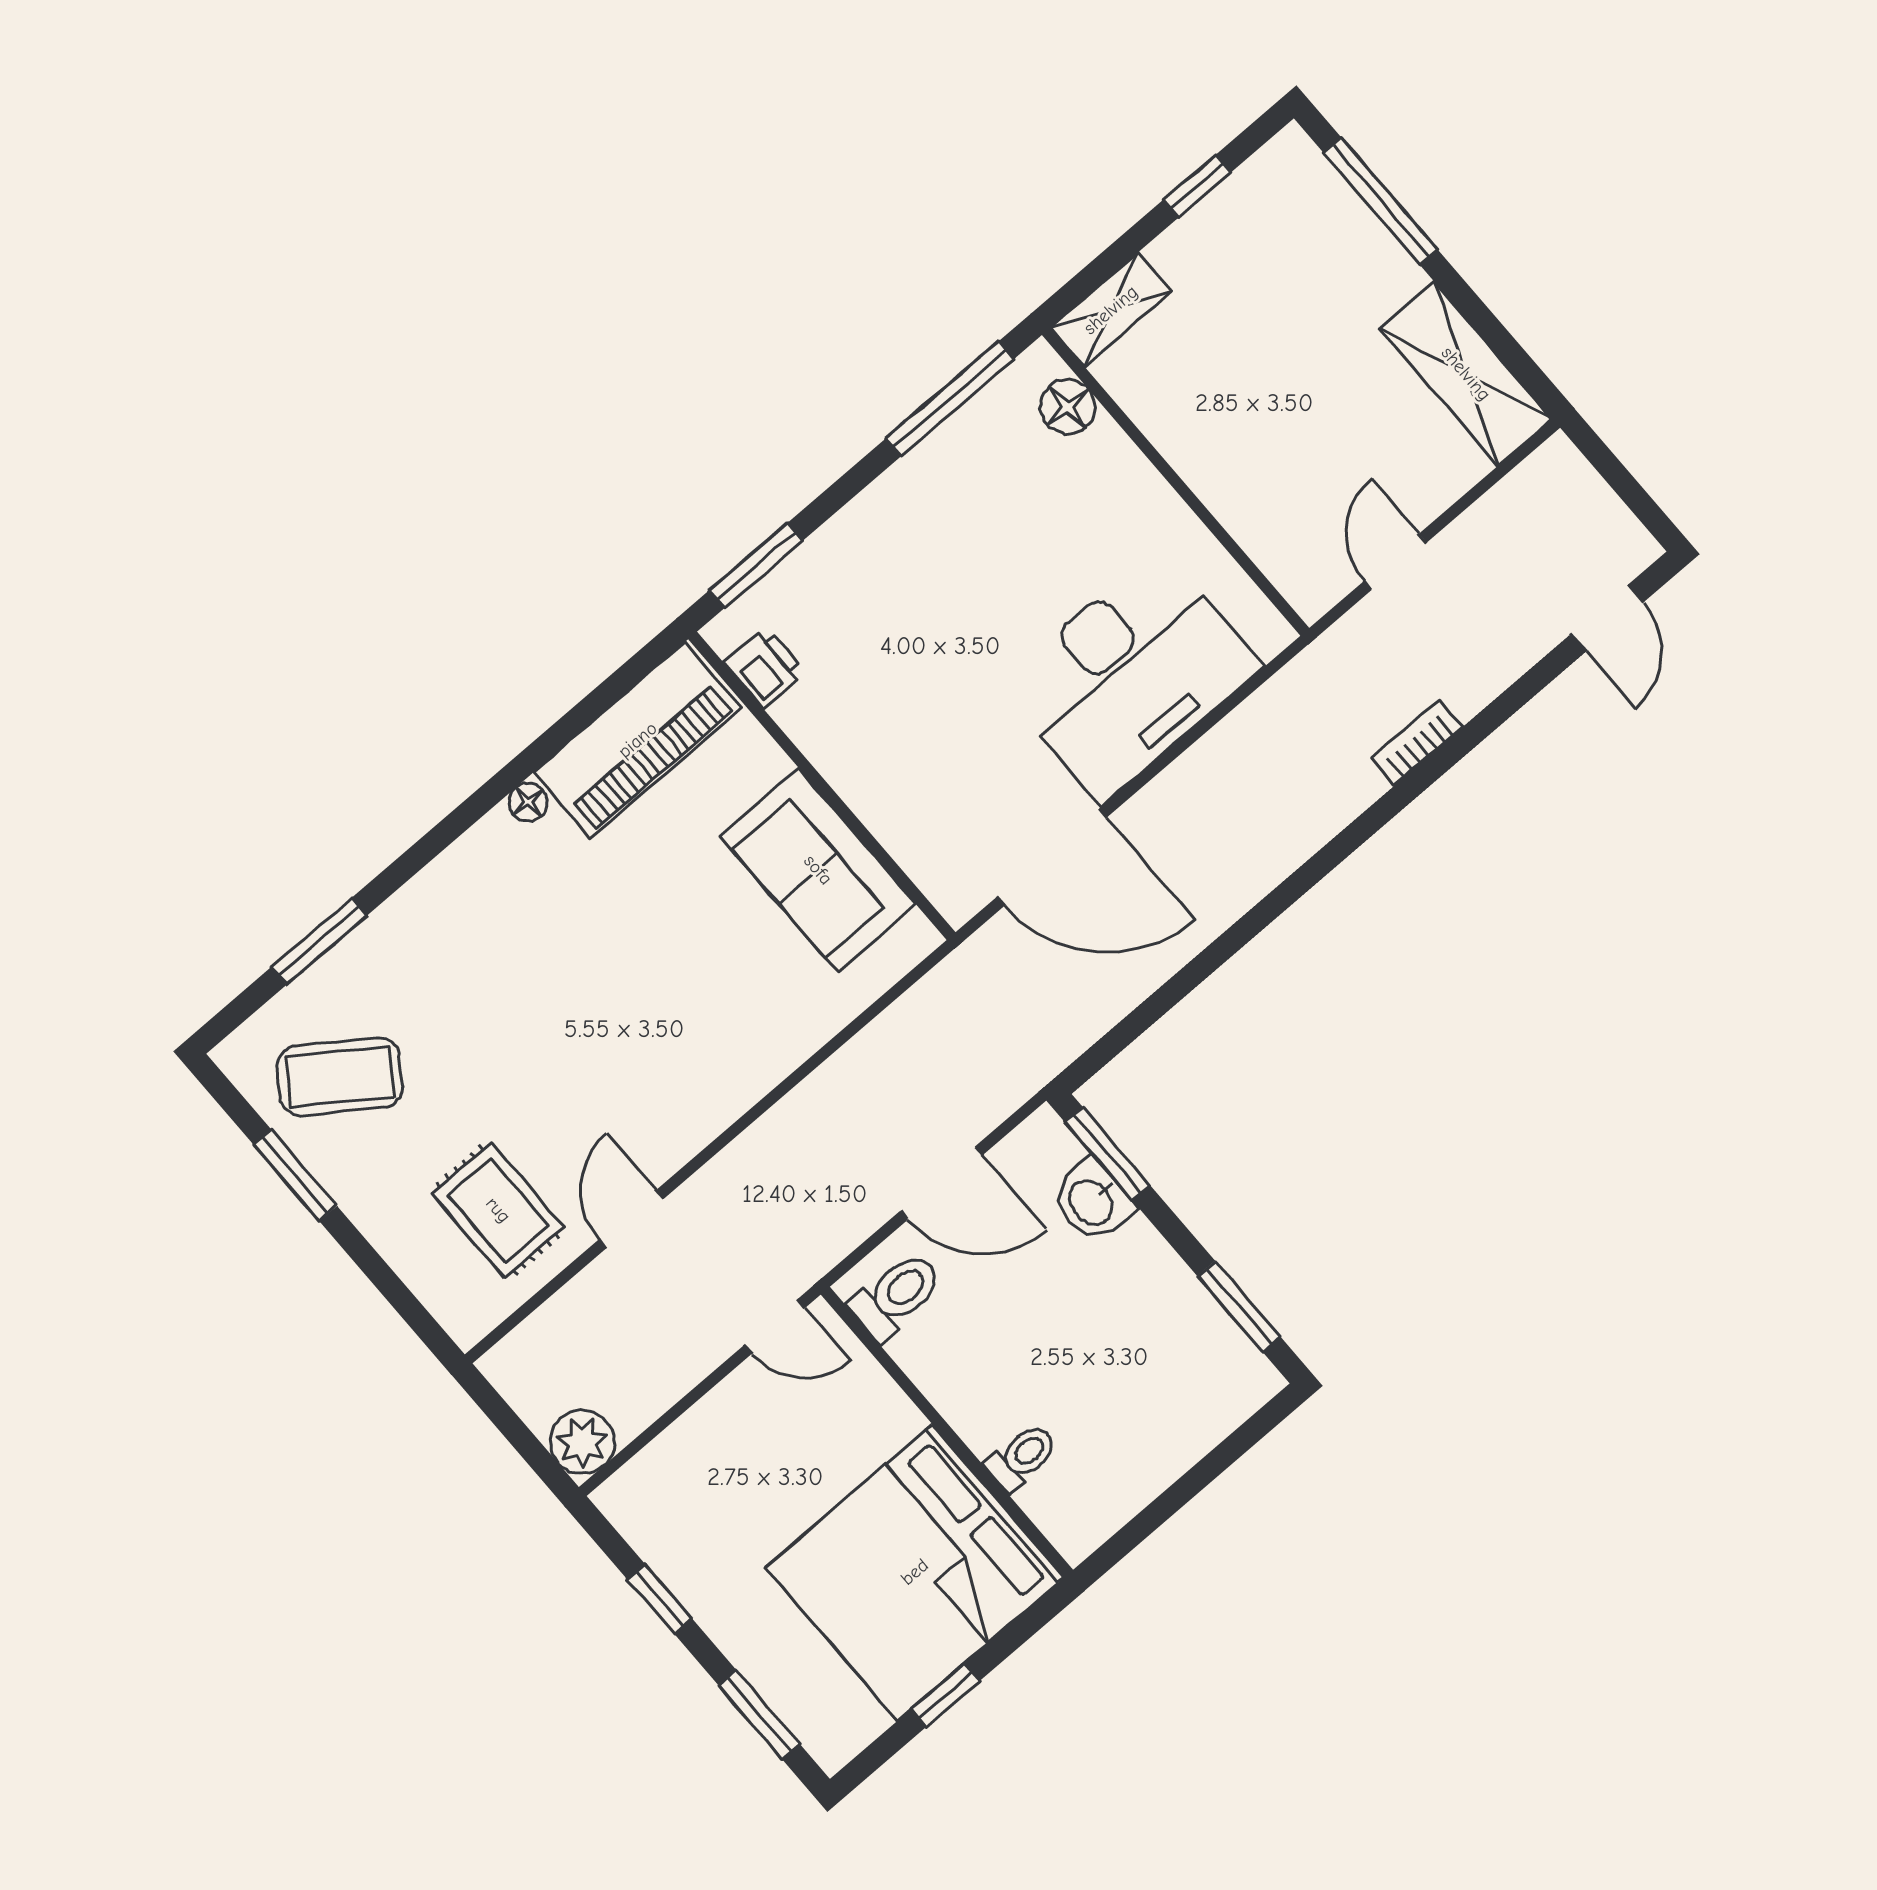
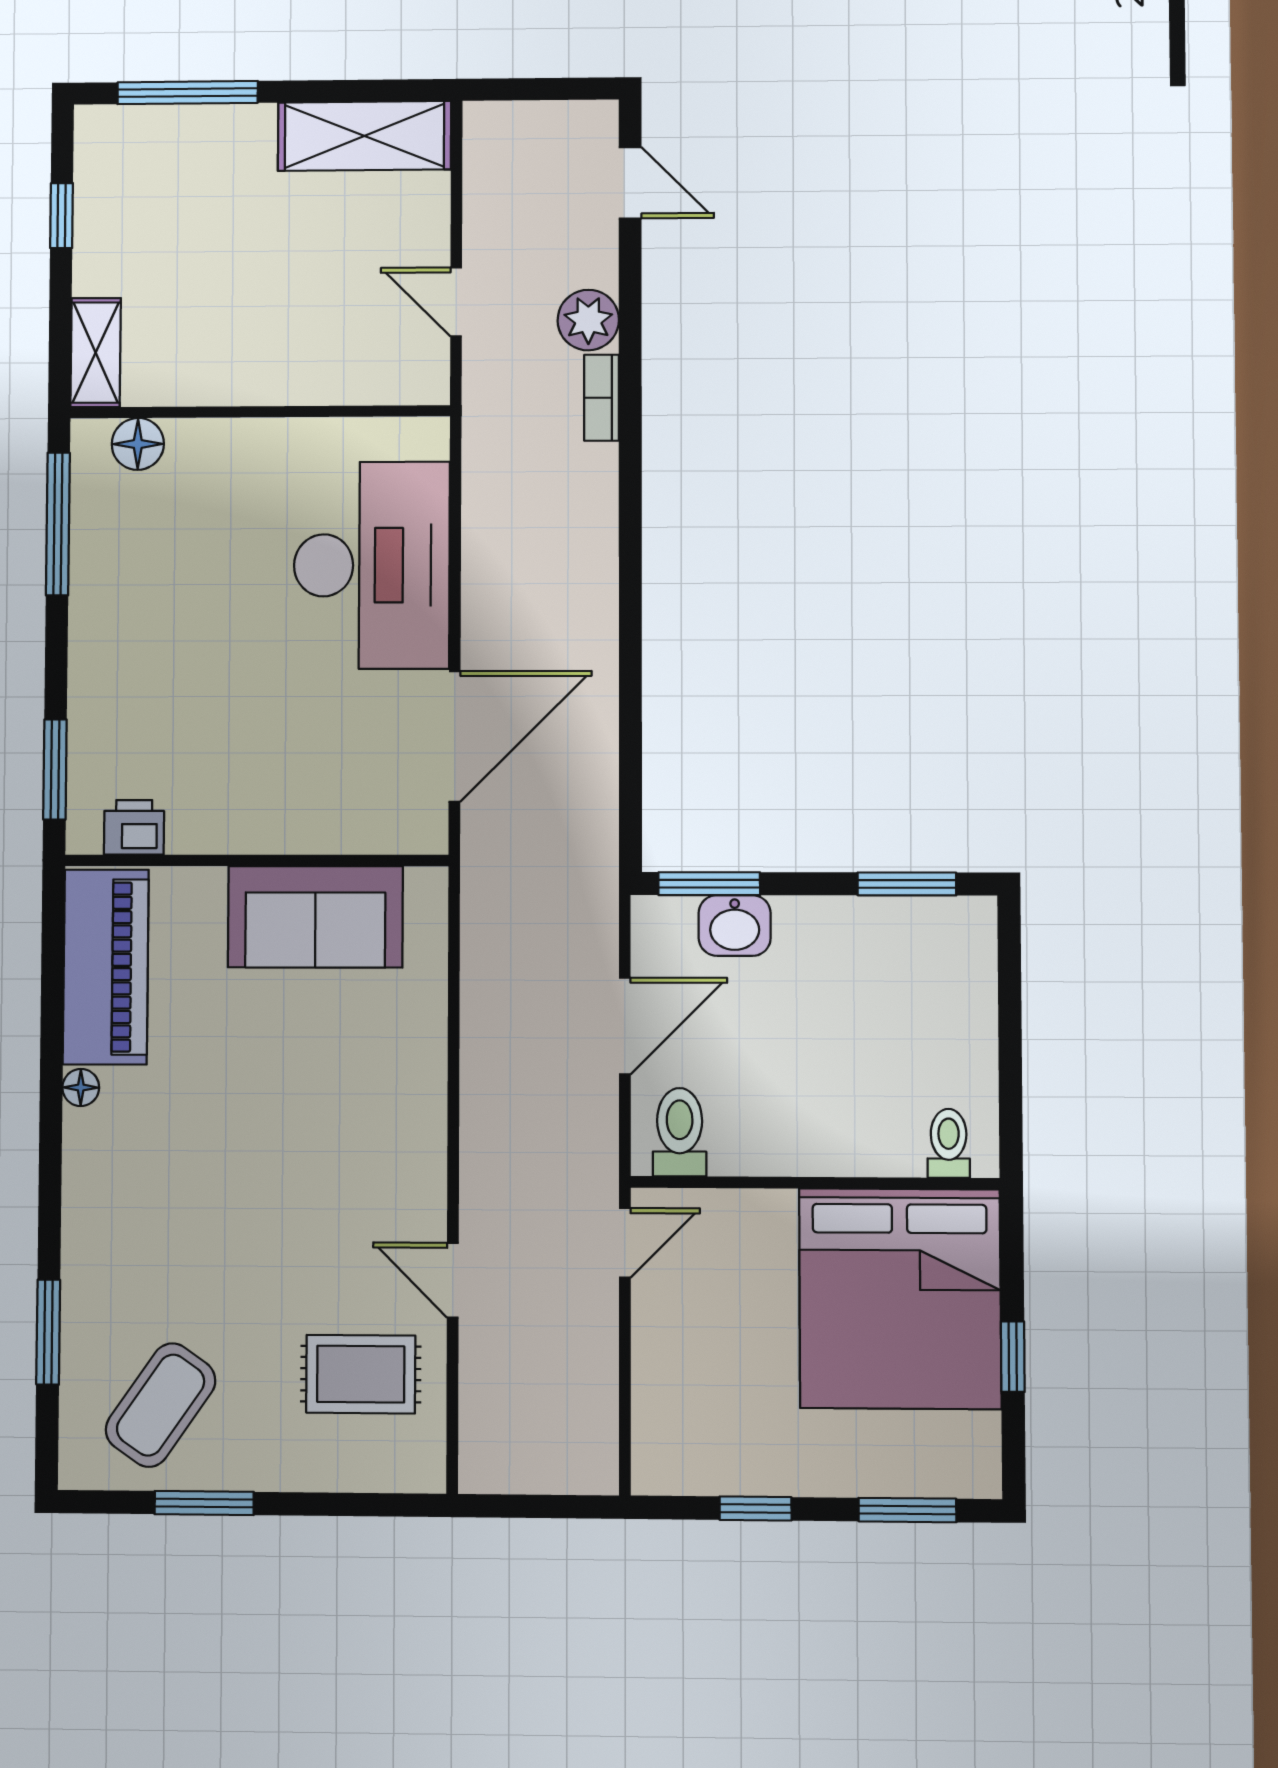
plant: (582, 1442) -> (588, 320), moved
toilet: (1022, 1457) -> (949, 1143), moved

